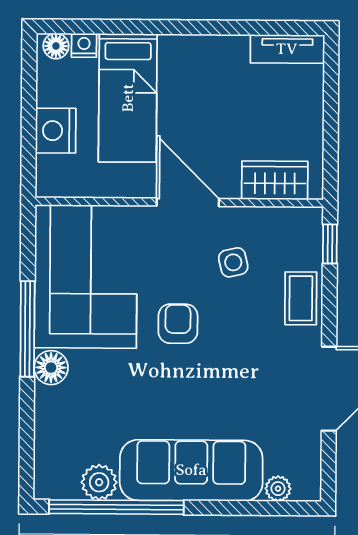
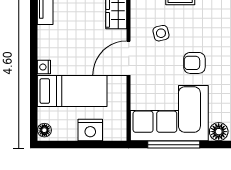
nightstand: (84, 45) -> (44, 67), moved
window: (27, 329) -> (174, 145), moved

